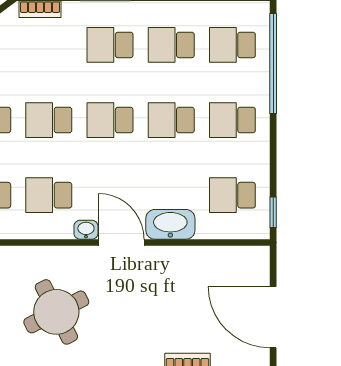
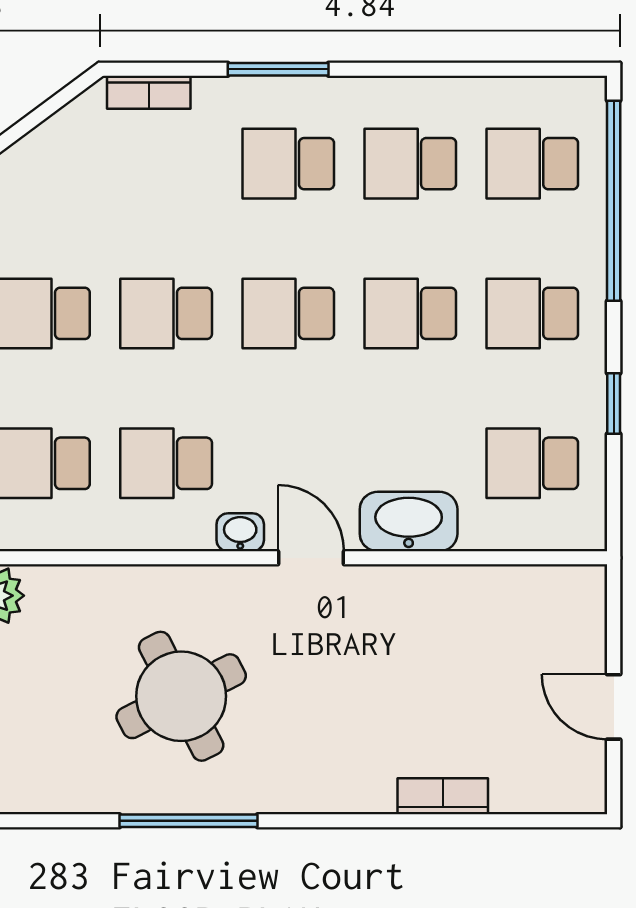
window: (273, 212) -> (614, 403), moved
door: (121, 242) -> (311, 558), width x0.73
door: (273, 317) -> (614, 707), width x0.53

